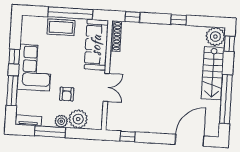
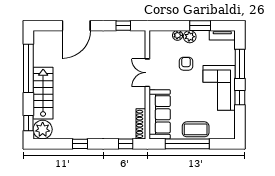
plant: (78, 119) -> (178, 35), width x0.53, depth x0.53
window: (50, 132) -> (200, 26), width x0.69
door: (190, 140) -> (76, 26), moved

